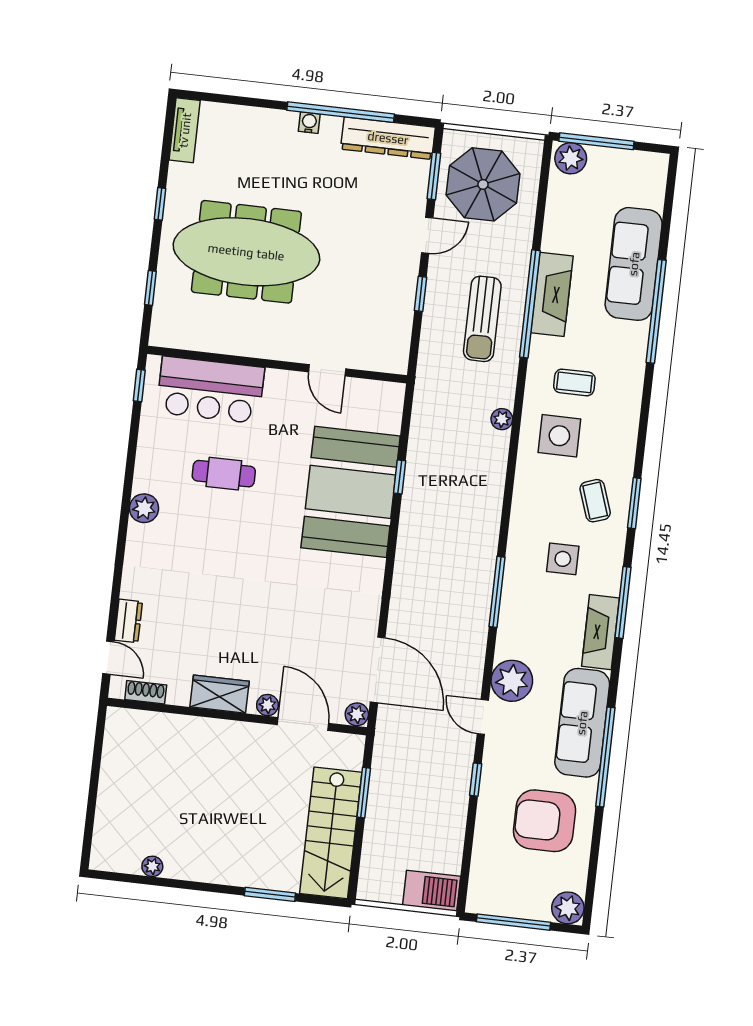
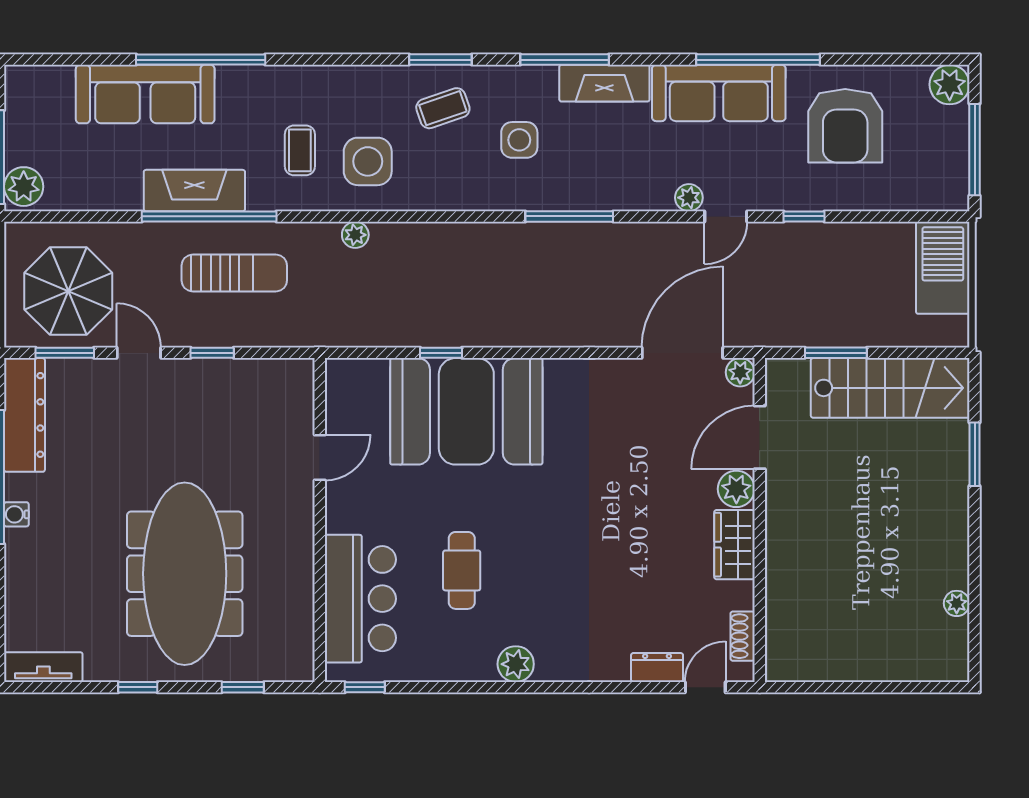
plant: (512, 681) -> (689, 198), width x0.53, depth x0.53
plant: (267, 705) -> (736, 489), width x1.38, depth x1.38
barbecue: (432, 891) -> (943, 268), width x1.37, depth x1.21

